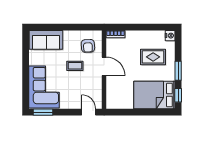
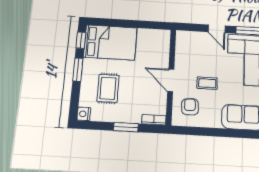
window: (137, 27) -> (126, 127), added
rug: (153, 57) -> (108, 88), turned 90
door: (89, 112) -> (217, 29), moved

